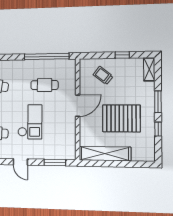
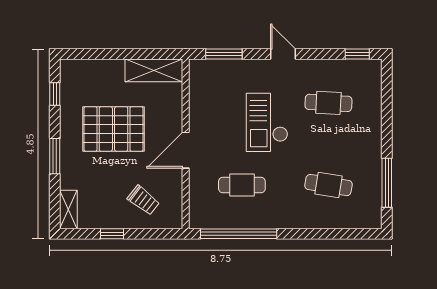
window: (158, 129) -> (55, 94), moved
shelving: (105, 154) -> (154, 70), width x0.68

